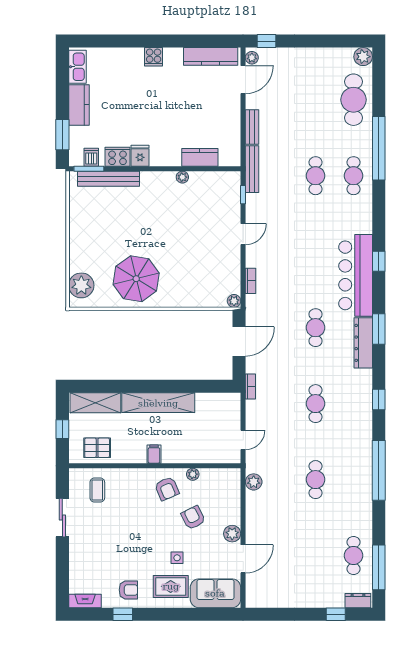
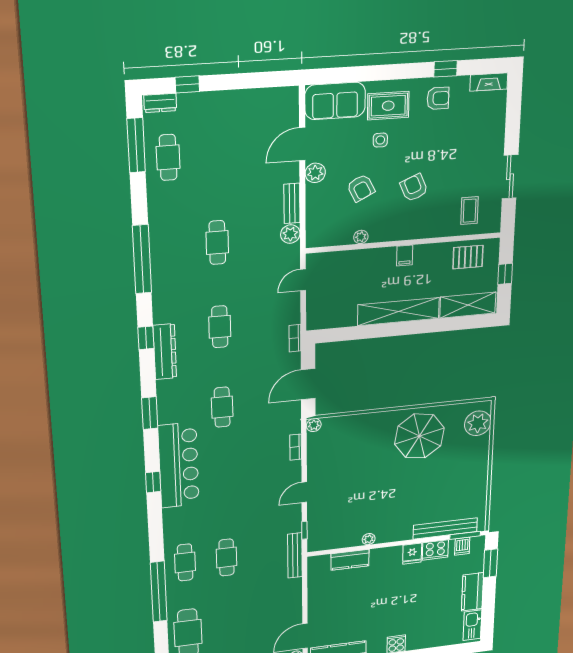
bench: (252, 127) -> (292, 203), moved
dresser: (363, 343) -> (165, 352), moved
armchair: (167, 489) -> (414, 188), moved
armchair: (128, 590) -> (438, 98), turned 180

